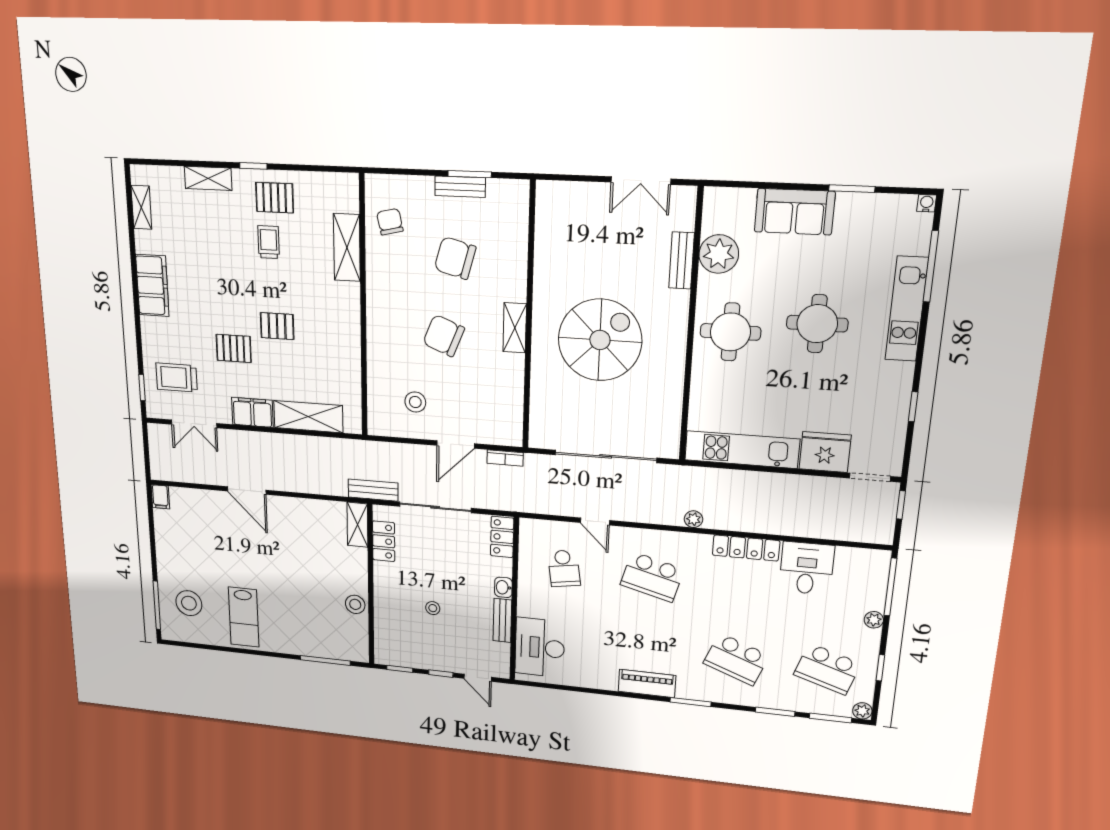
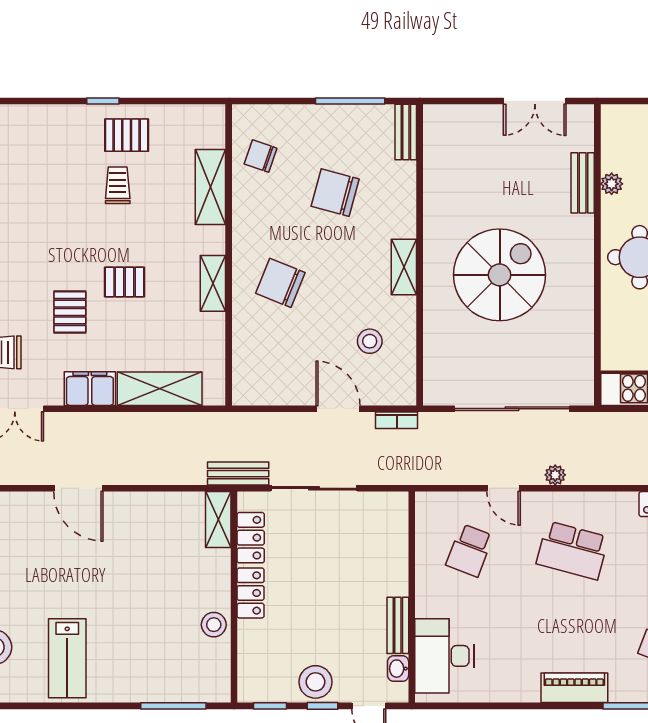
window: (470, 174) -> (350, 101), width x1.44
shelving: (208, 178) -> (213, 283), moved, turned 90
bench: (460, 187) -> (406, 132), moved, turned 90
chair: (390, 222) -> (261, 156), turned -58
plant: (719, 254) -> (612, 184), width x0.53, depth x0.53
chair: (444, 336) -> (280, 283), moved
pallet: (234, 348) -> (70, 312), turned 90
stool: (415, 402) -> (370, 341), moved
door: (456, 445) -> (338, 409), swing flipped
plant: (693, 519) -> (555, 475), moved
locker: (502, 537) -> (251, 593), moved, turned 180
school desk: (564, 568) -> (470, 550), turned 30
washbasin: (503, 587) -> (398, 669), moved
stool: (433, 608) -> (316, 682), moved, width x1.89, depth x1.89

